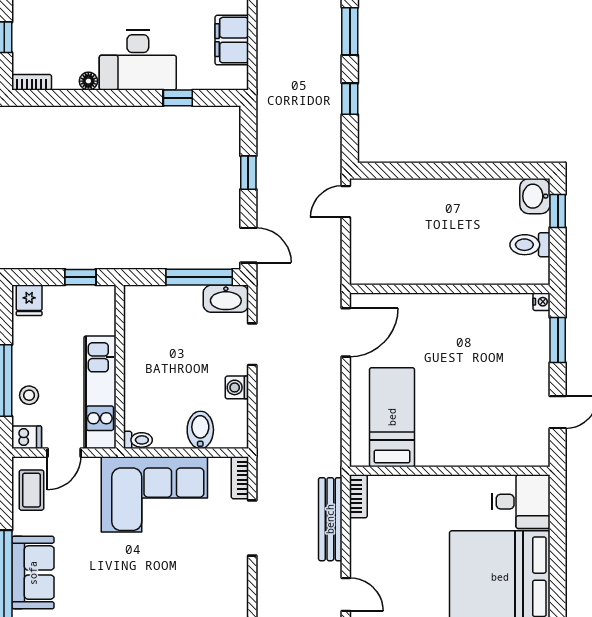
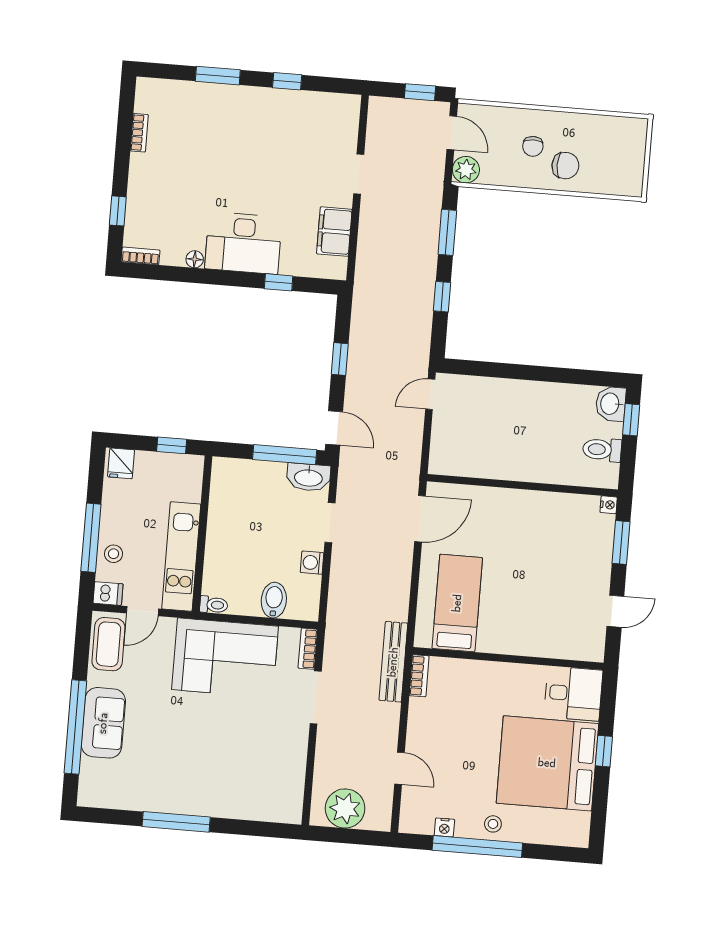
coffee table: (31, 490) -> (108, 644), width x1.36, depth x1.30
bench: (330, 519) -> (393, 662), moved
window: (558, 559) -> (604, 751), added

